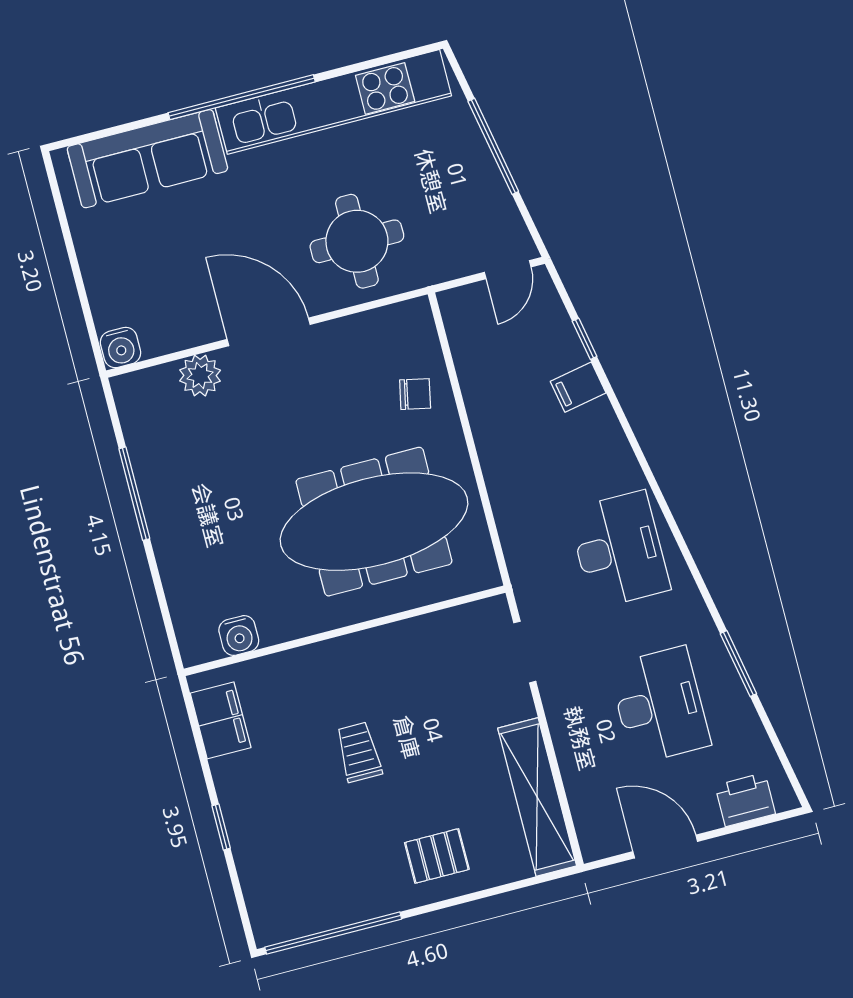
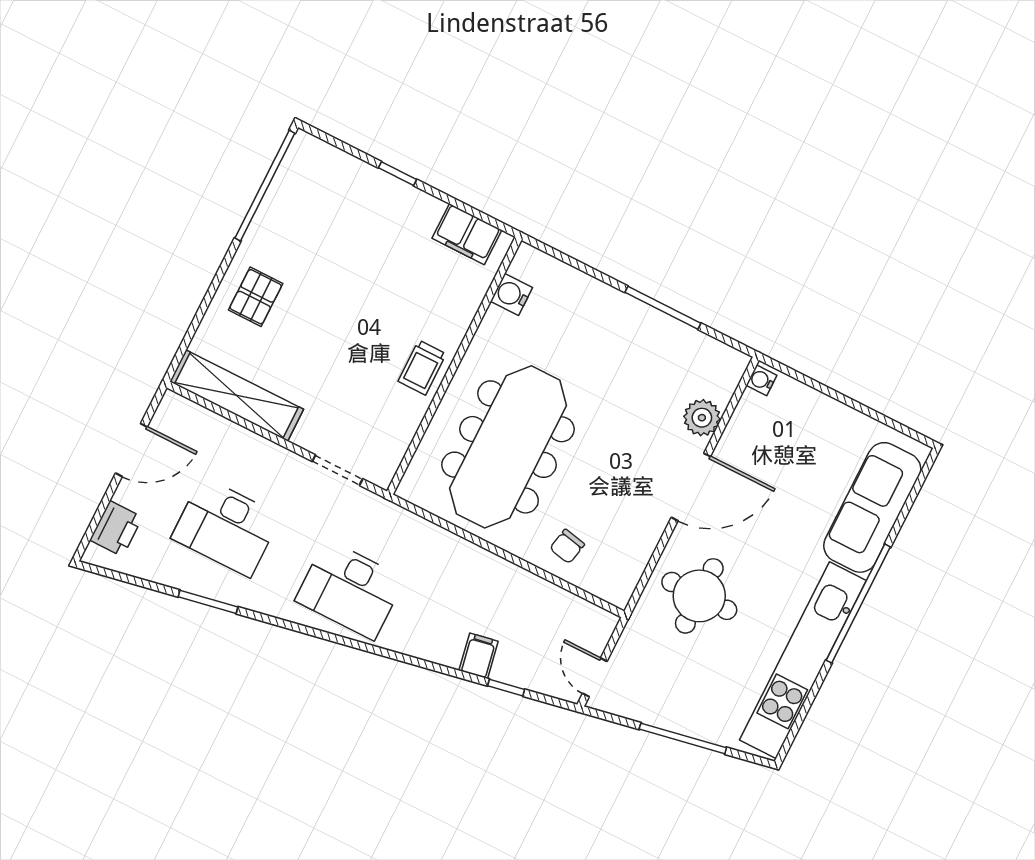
water cooler: (121, 348) -> (761, 380), width x0.72, depth x0.72
trolley: (359, 752) -> (422, 368), moved, turned 90

